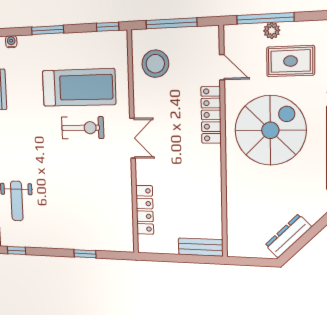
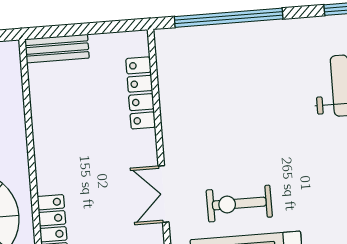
window: (85, 254) -> (229, 18), width x3.17

